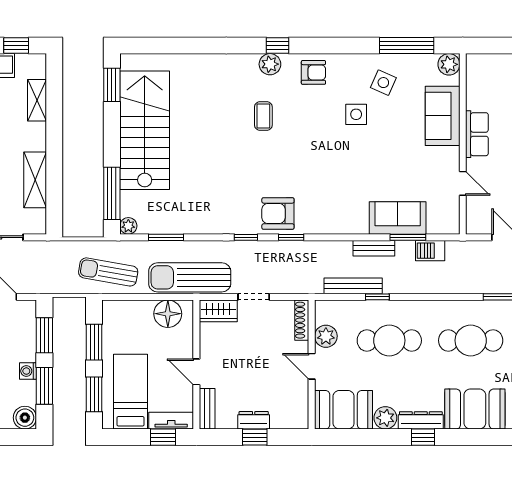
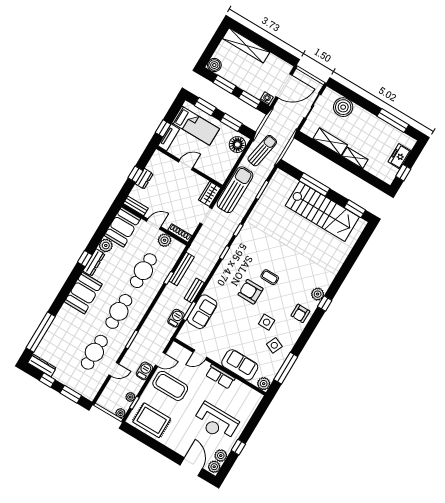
shelving: (37, 100) -> (355, 158), moved
coffee table: (263, 116) -> (270, 277), moved
window: (112, 193) -> (314, 184), moved
armchair: (278, 213) -> (251, 292), moved, turned -90
plant: (128, 226) -> (279, 174), removed
floor lamp: (168, 314) -> (237, 145), moved
washing machine: (28, 371) -> (267, 98), moved
bench: (207, 409) -> (136, 206), moved

